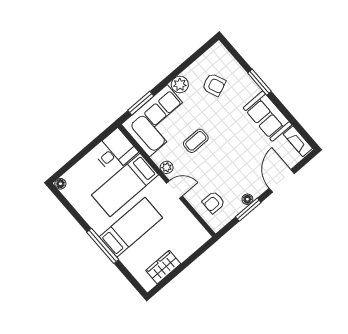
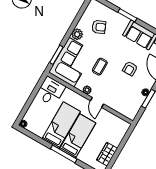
bed: (125, 185) -> (61, 125), moved, turned 180
door: (174, 190) -> (97, 102), swing flipped
armchair: (214, 202) -> (130, 69), moved

